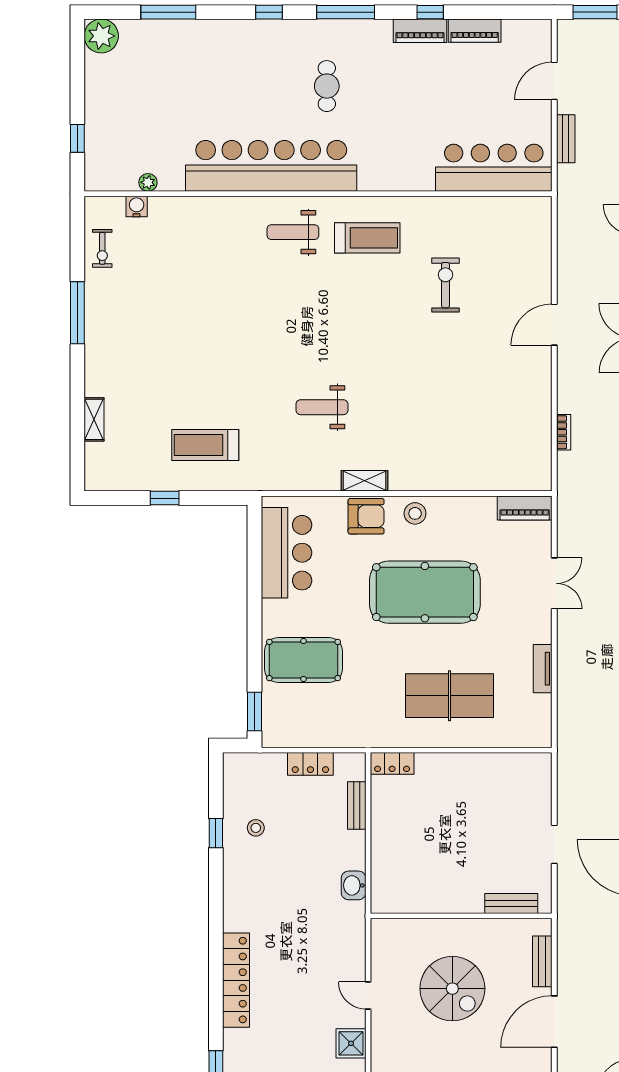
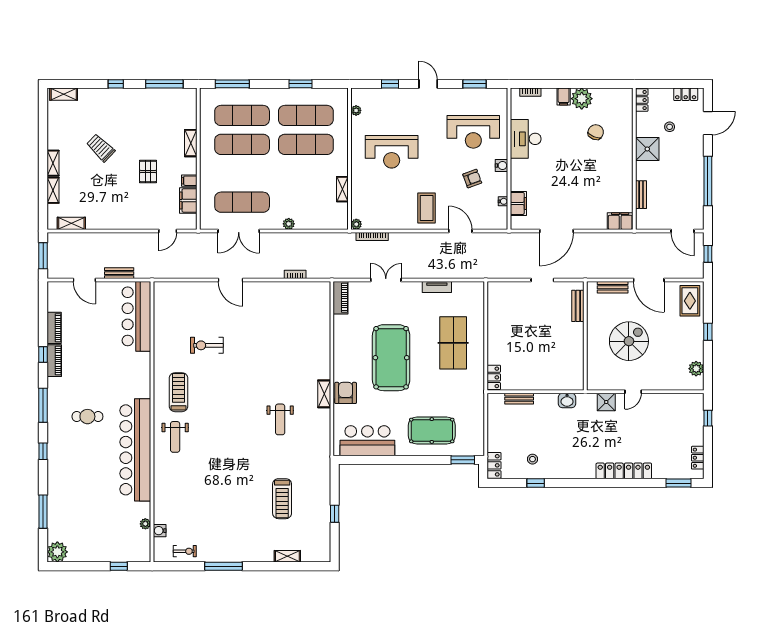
treadmill: (205, 445) -> (282, 499), moved
stool: (415, 513) -> (344, 364), removed
pool table: (304, 660) -> (432, 431), turned 90
locker: (310, 764) -> (494, 465), moved
shower: (351, 1043) -> (606, 402), moved

